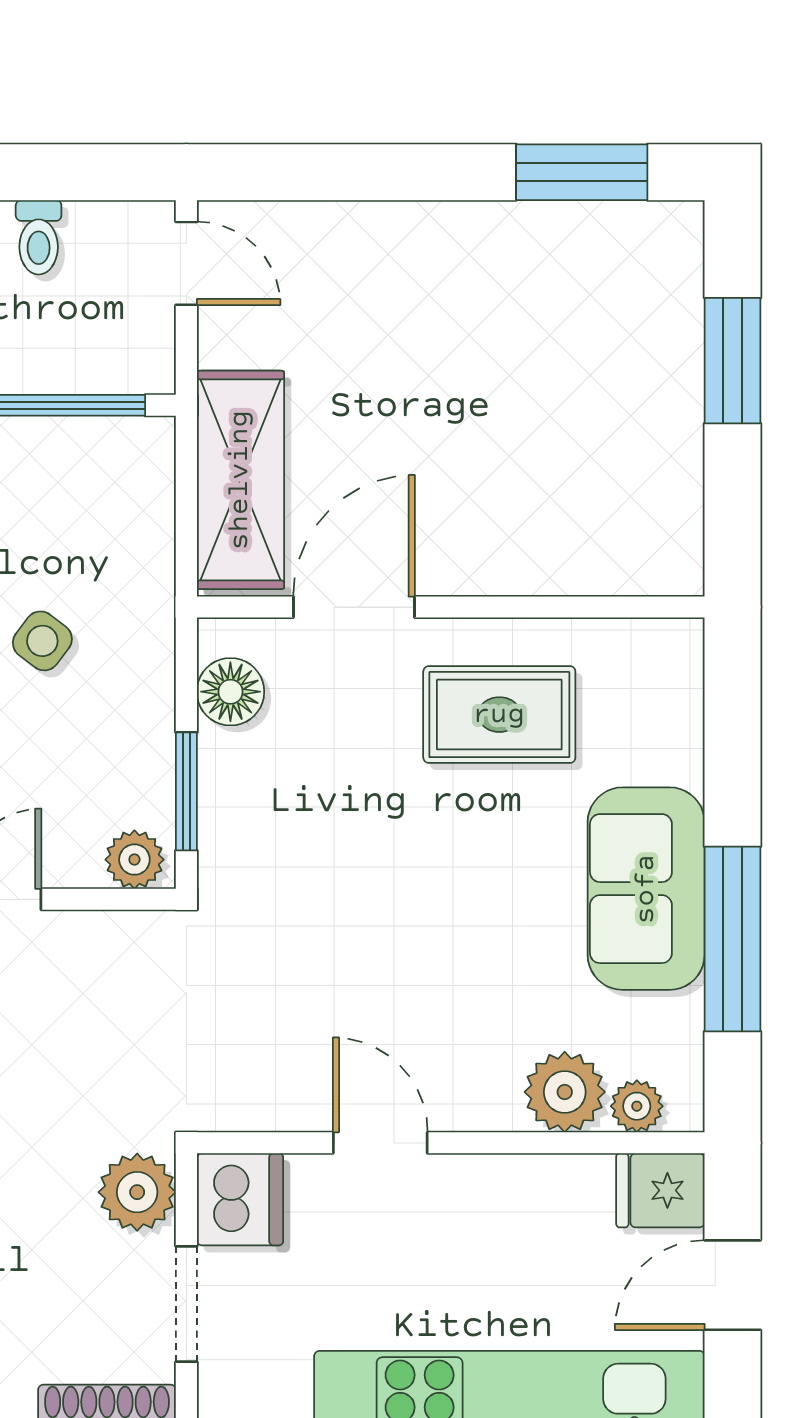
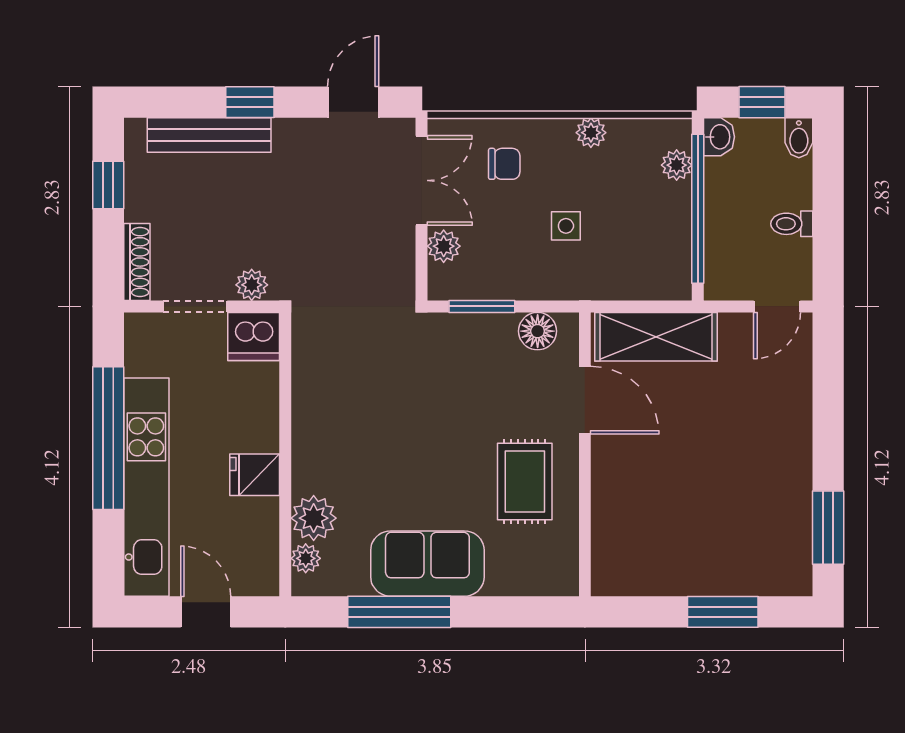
side table: (42, 641) -> (566, 226), turned -37
plant: (134, 860) -> (444, 246), moved
door: (380, 1143) -> (285, 415), removed
fridge: (660, 1190) -> (255, 475), moved, turned -90
plant: (137, 1192) -> (252, 285), width x0.73, depth x0.73

